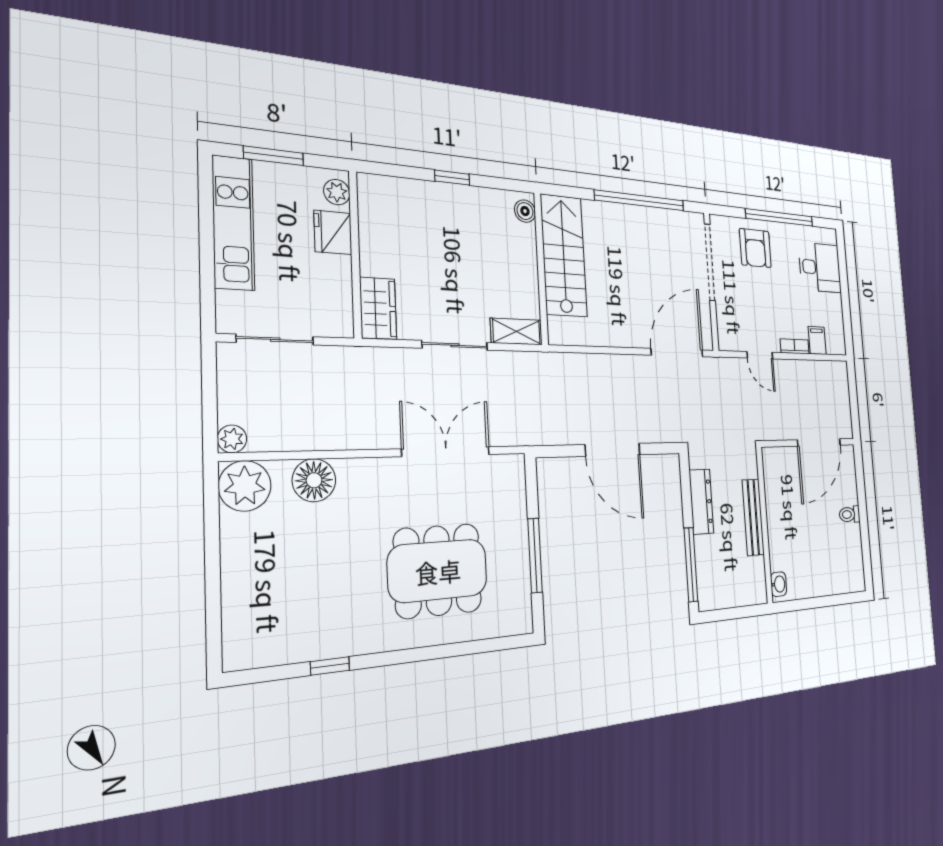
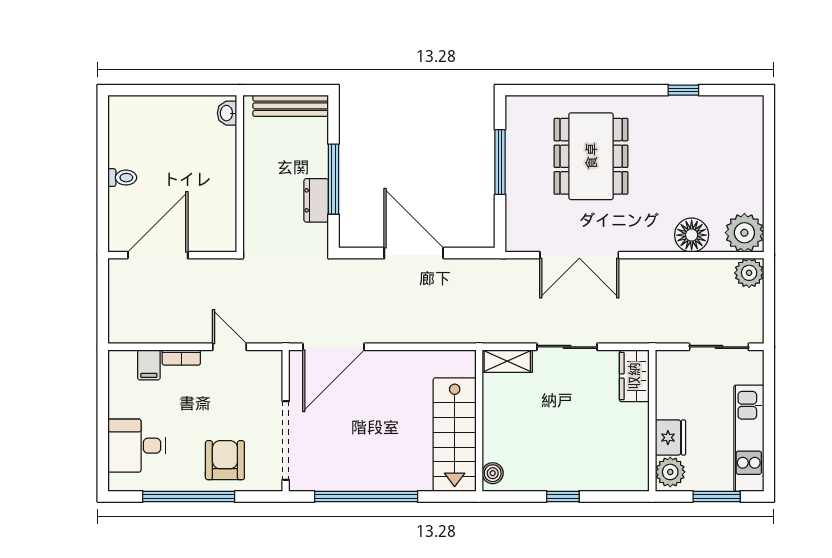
plant: (337, 192) -> (670, 472), width x1.38, depth x1.38
plant: (232, 439) -> (749, 273), width x1.38, depth x1.38
dresser: (701, 502) -> (316, 200), width x0.70
bench: (753, 517) -> (291, 106), moved, turned 90
window: (691, 565) -> (333, 179), moved
dining table: (438, 571) -> (591, 156), turned 90

